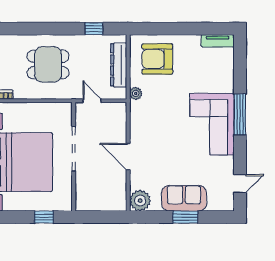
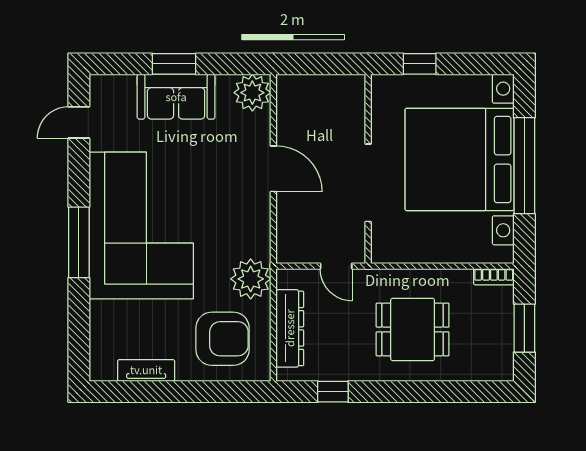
tv unit: (218, 41) -> (146, 370), moved
plant: (136, 93) -> (251, 279), width x1.87, depth x1.87
corner sofa: (212, 124) -> (141, 226), width x1.36, depth x1.36

